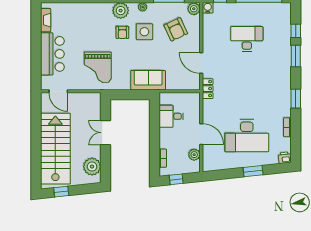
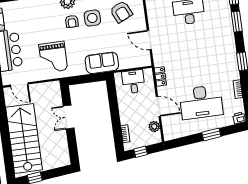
locker: (208, 89) -> (160, 77), moved
desk: (171, 116) -> (133, 82), moved, turned 90
plant: (92, 167) -> (60, 151), removed

